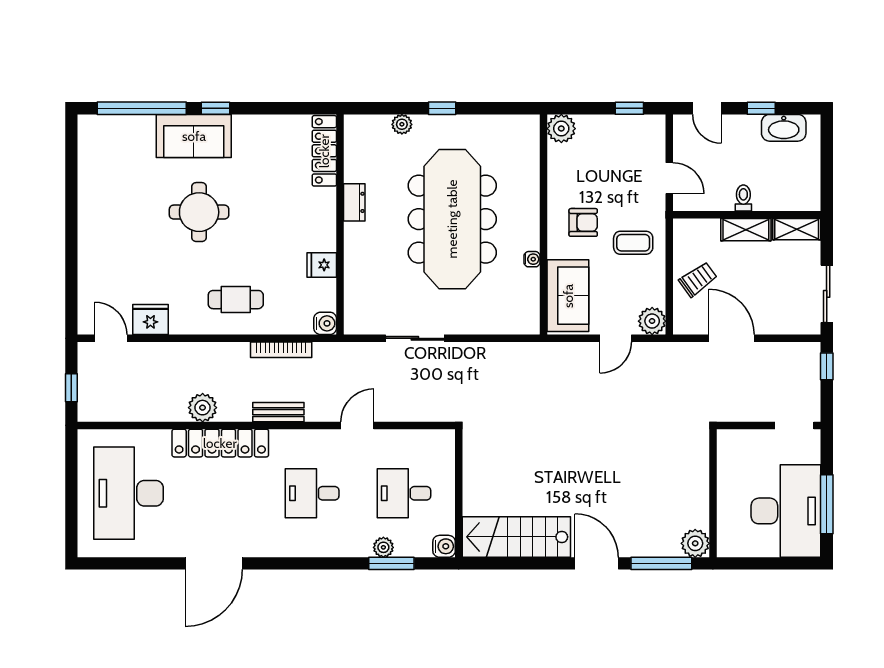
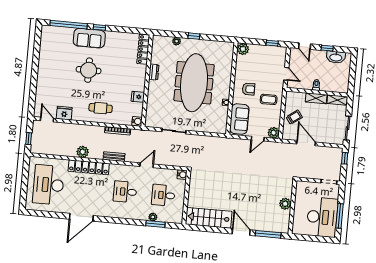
plant: (695, 543) -> (285, 204), moved
water cooler: (444, 546) -> (182, 175), moved

